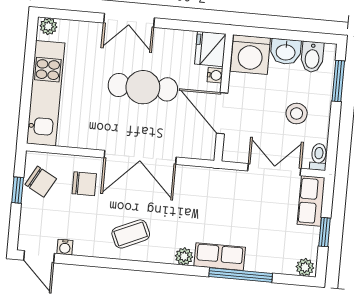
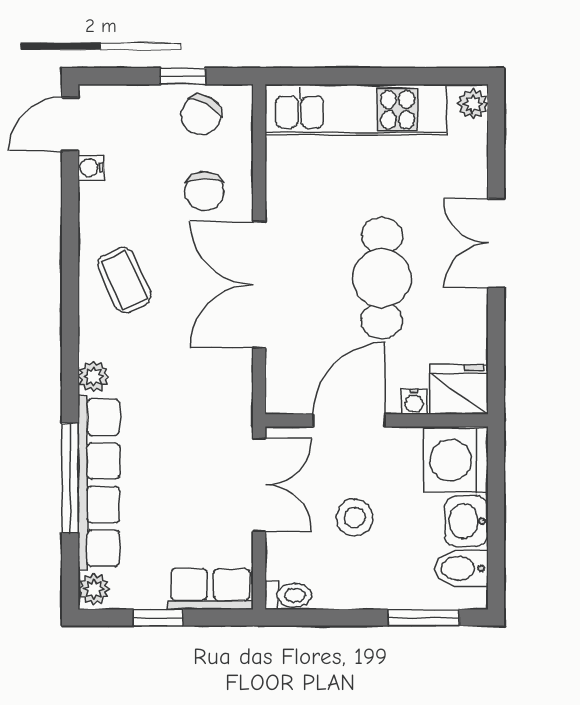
stool: (297, 114) -> (355, 517), moved
double door: (274, 170) -> (259, 485), moved
row of seats: (220, 257) -> (99, 483), width x2.02

